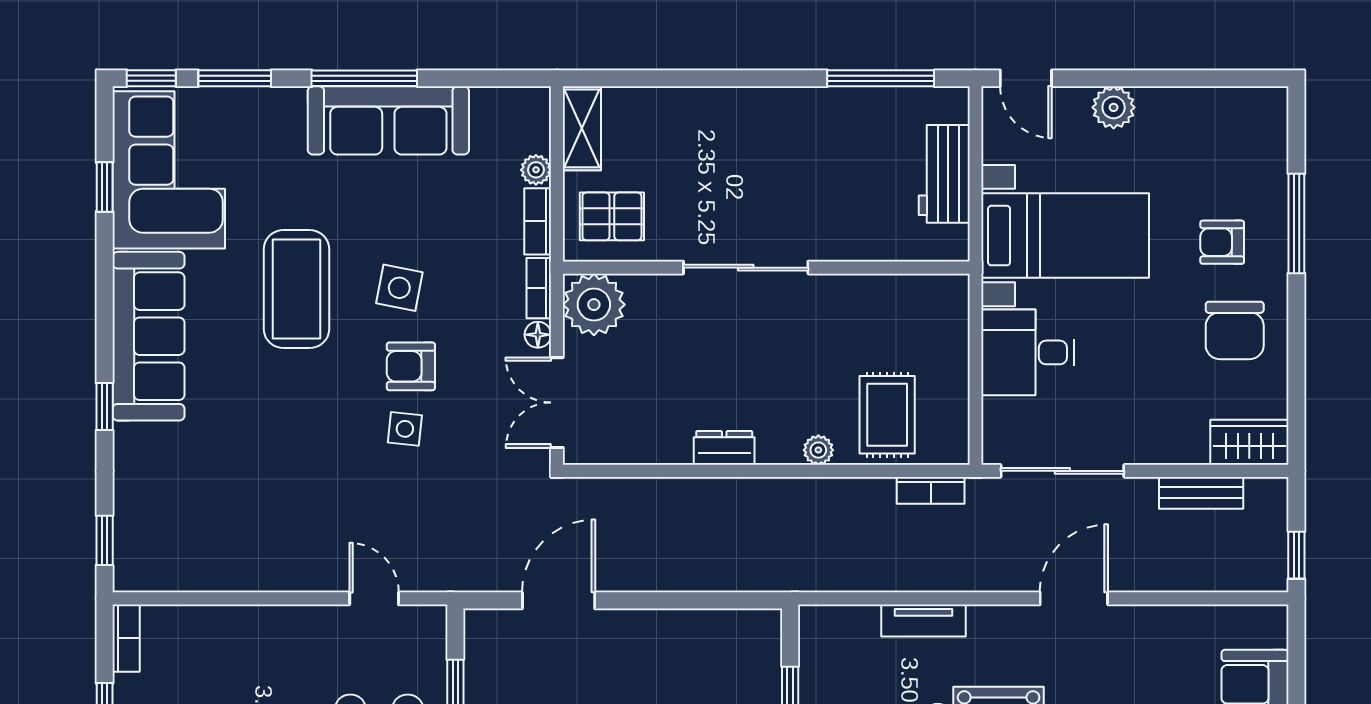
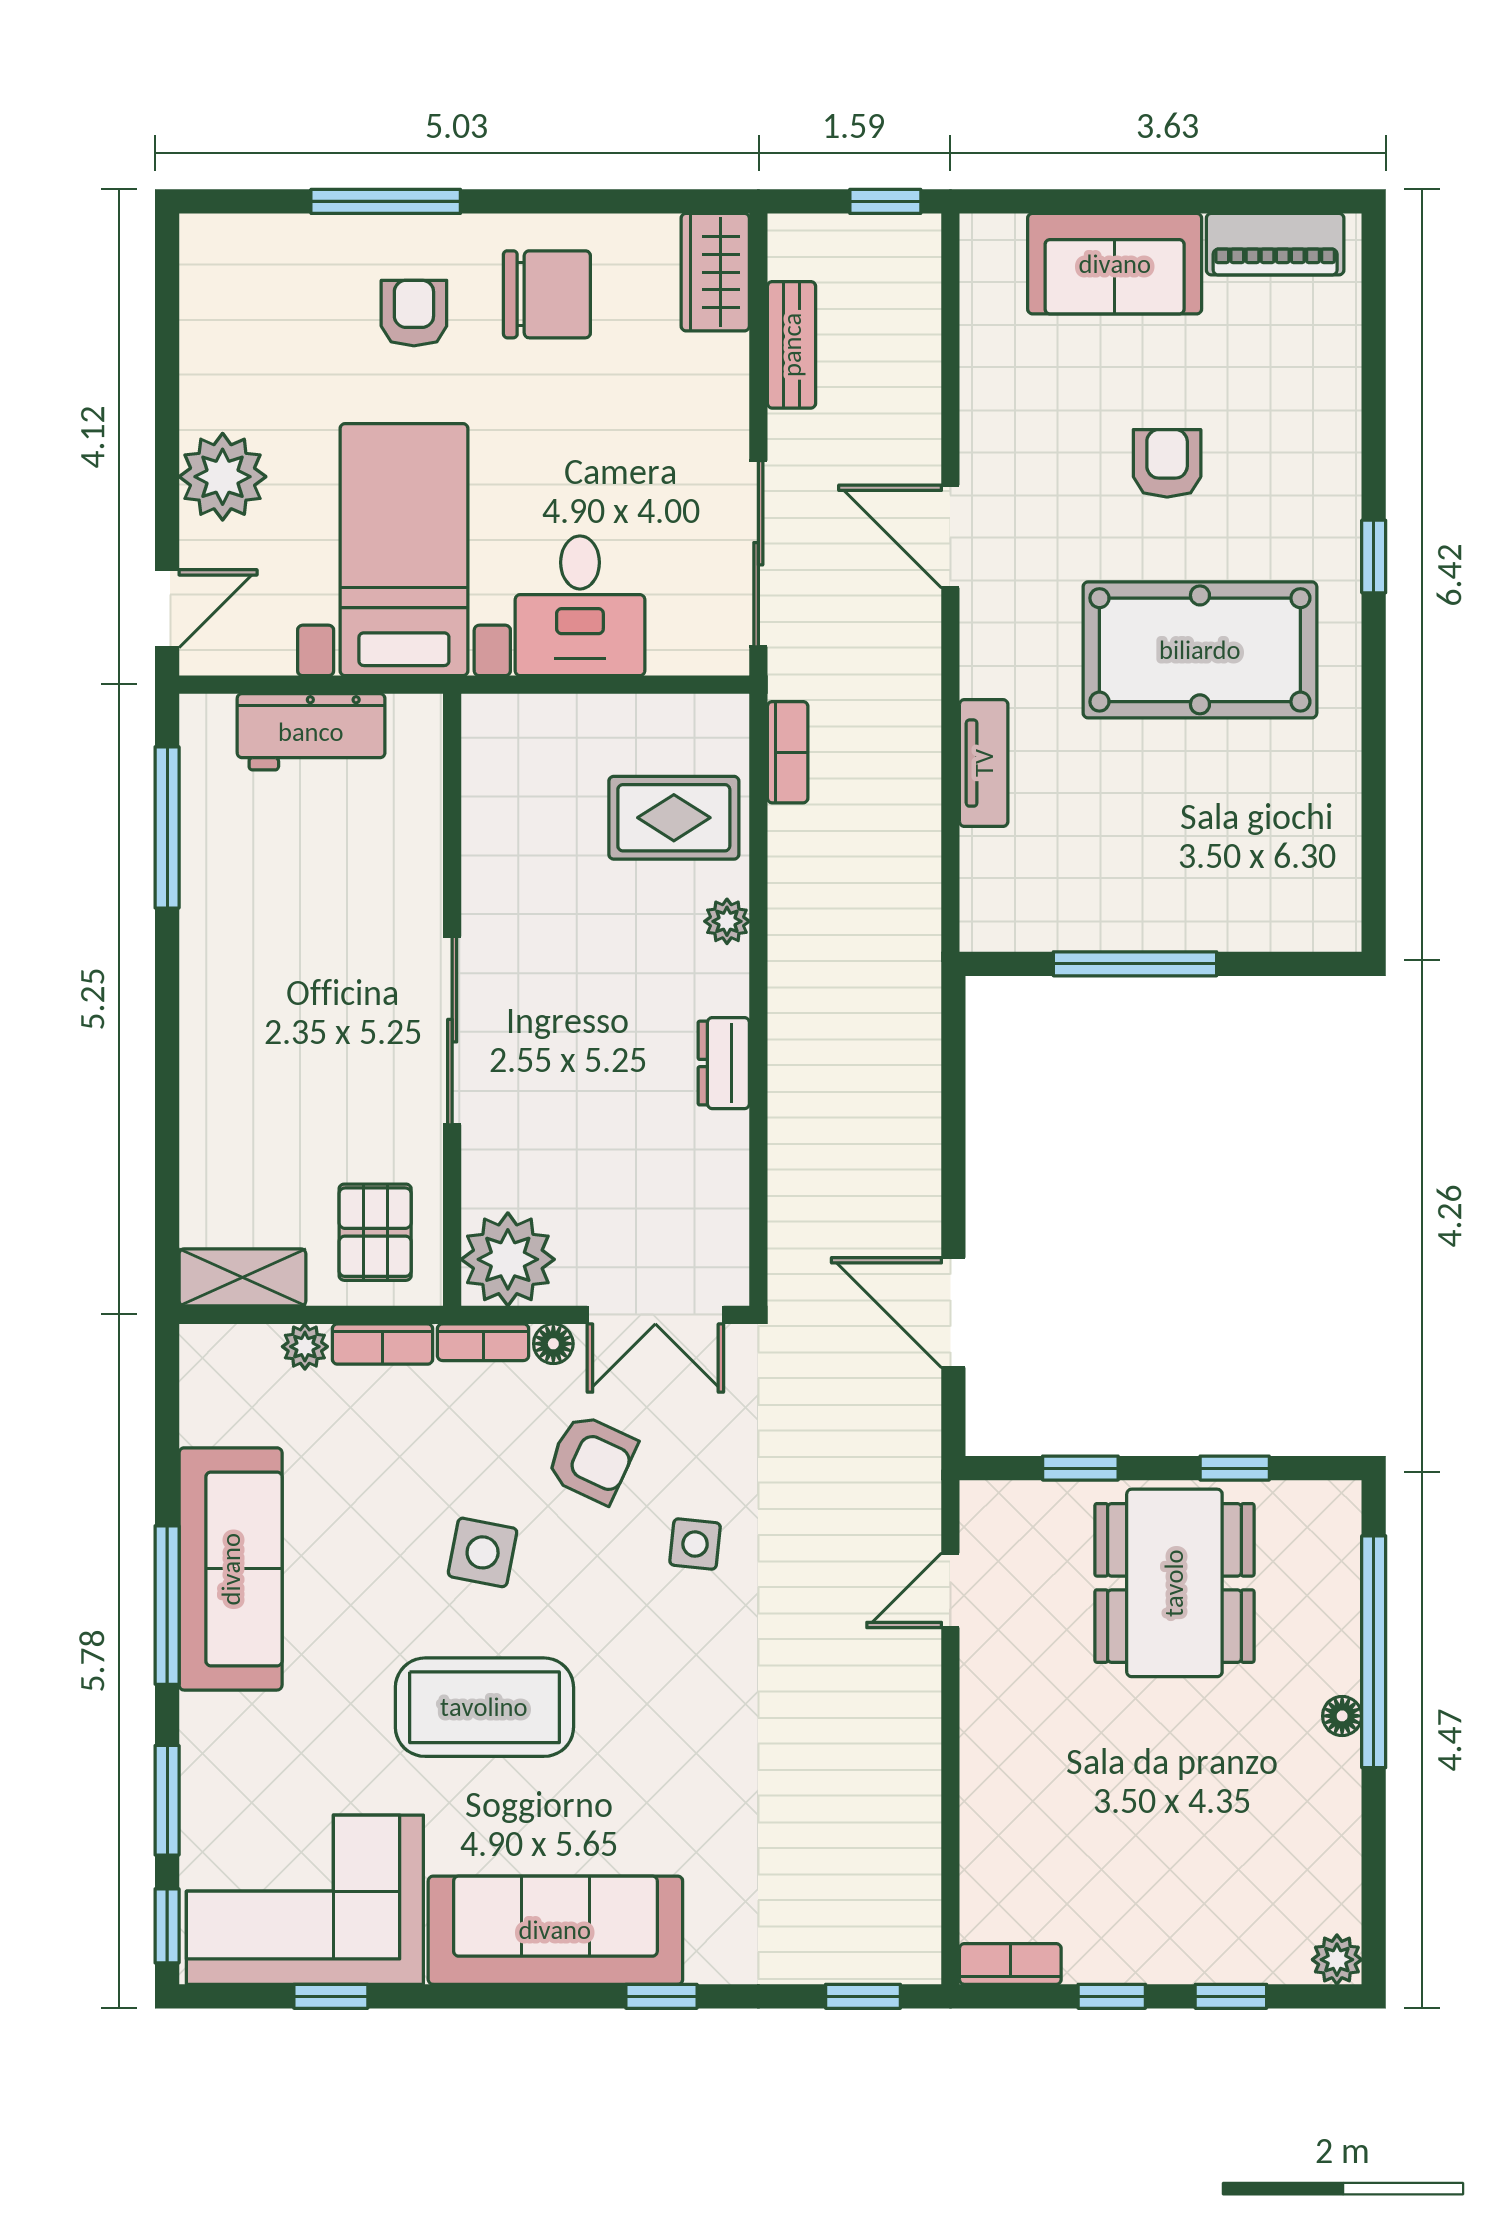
plant: (1114, 107) -> (223, 477), width x1.36, depth x1.36
armchair: (1222, 242) -> (414, 313), turned 180
armchair: (411, 366) -> (591, 1459), moved, turned -65

